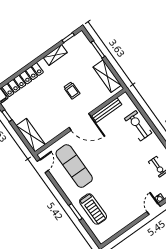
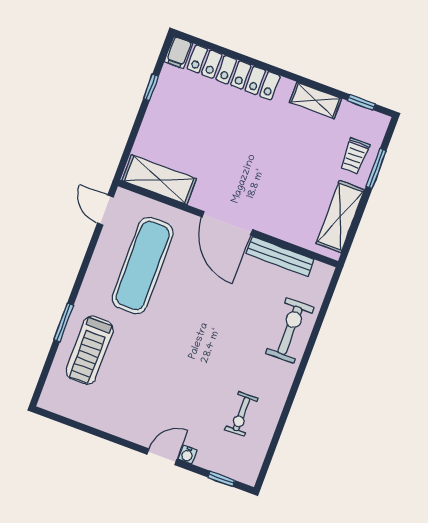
trolley: (72, 91) -> (355, 156), moved
shelving: (31, 135) -> (159, 180), moved, turned 90
door: (43, 166) -> (105, 210), swing flipped

